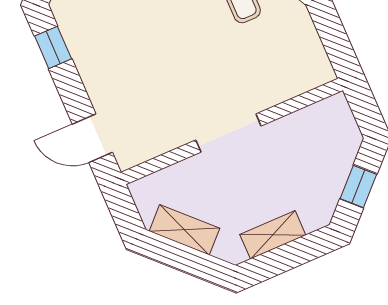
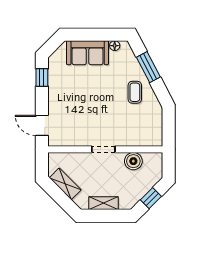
boiler: (295, 131) -> (133, 161), added
doorway: (228, 133) -> (103, 149), width x0.73

